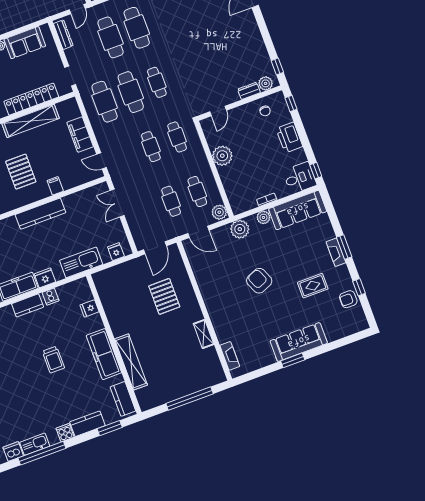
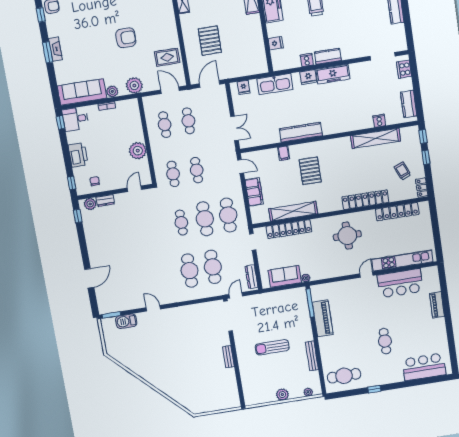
plant: (219, 212) -> (149, 103), removed
armchair: (259, 281) -> (126, 38), turned -67
rug: (313, 286) -> (167, 57), moved

